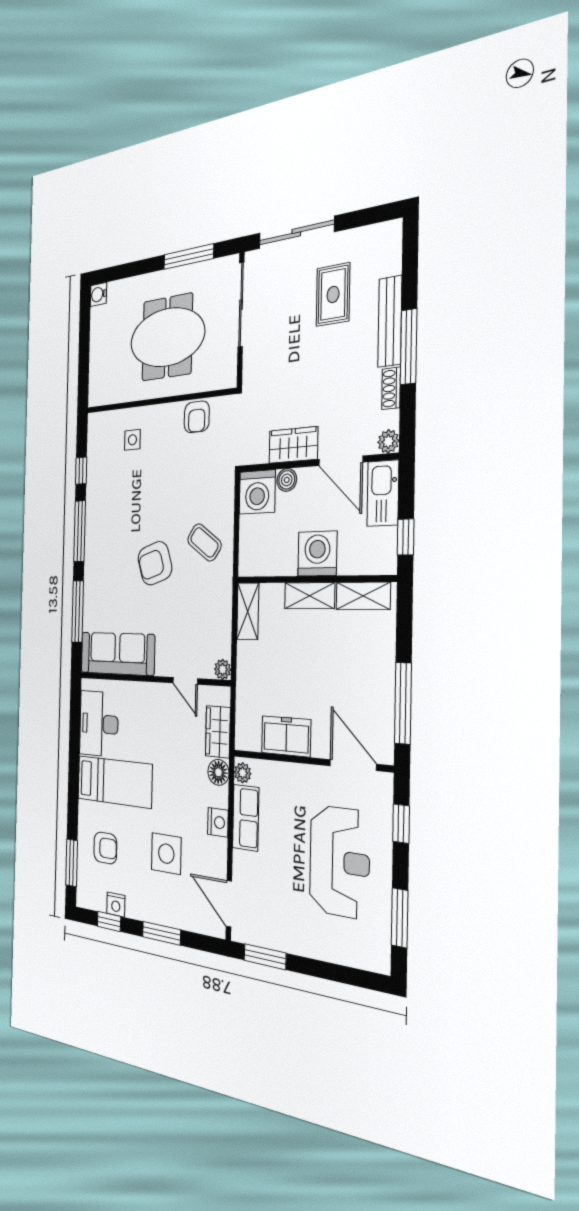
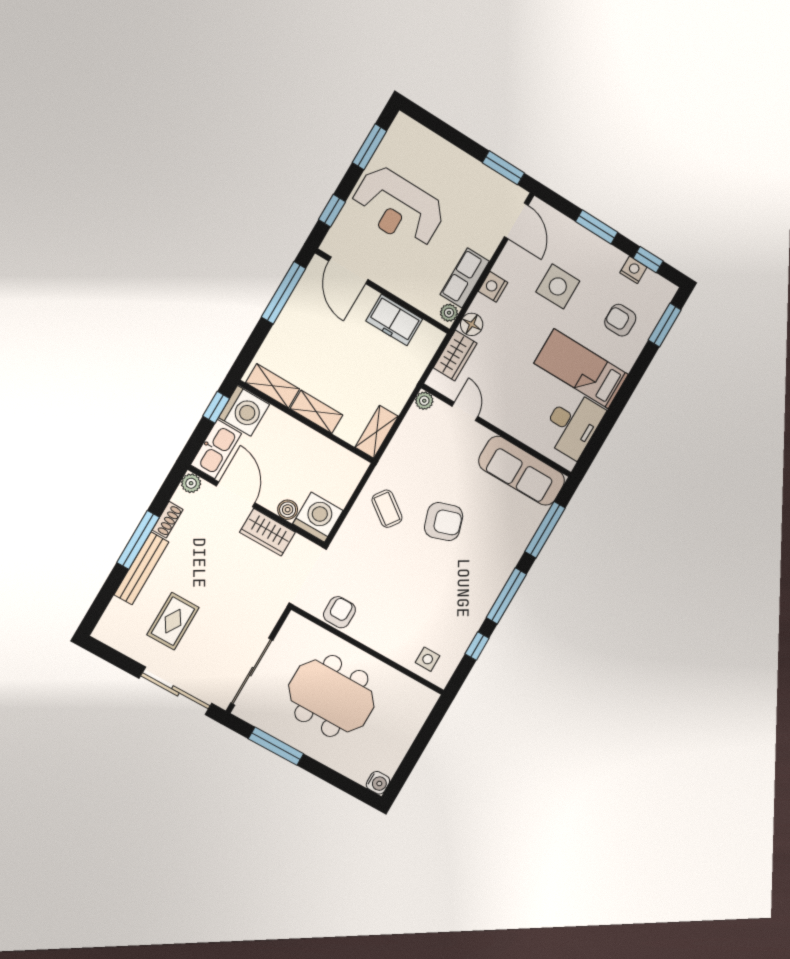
side table: (132, 440) -> (428, 659), moved
washing machine: (317, 554) -> (244, 411), moved, turned -90
reception desk: (339, 862) -> (398, 208), turned -90

